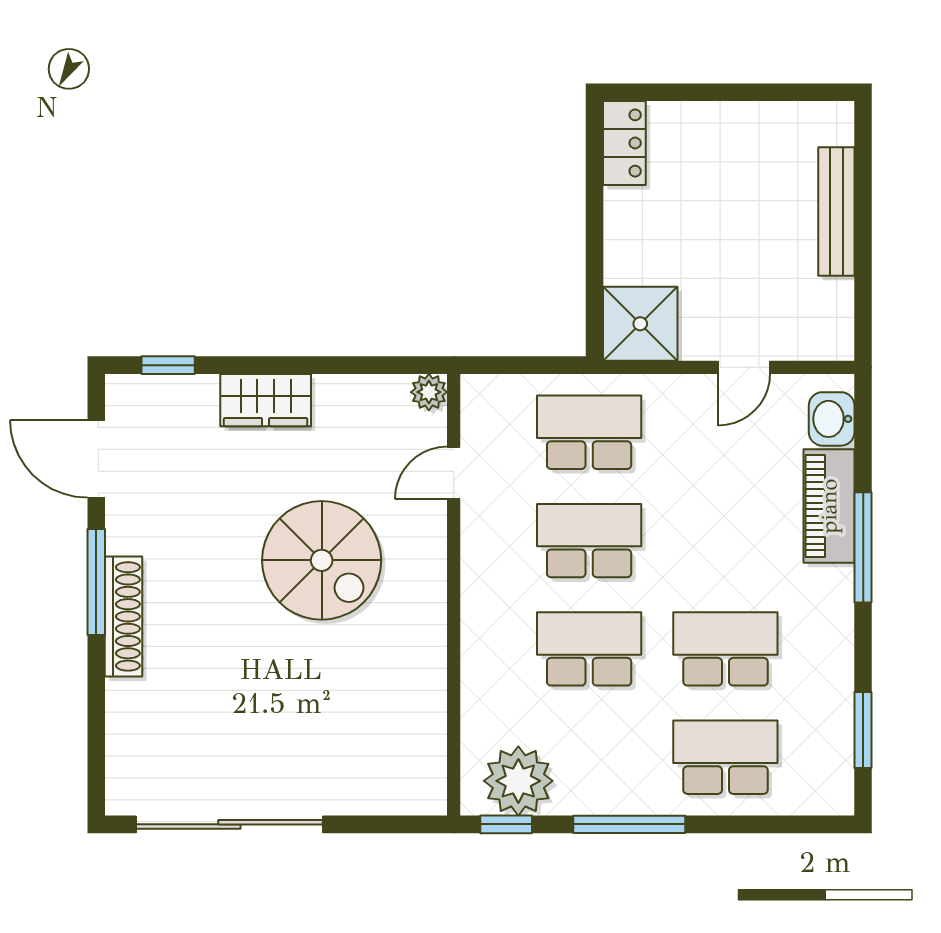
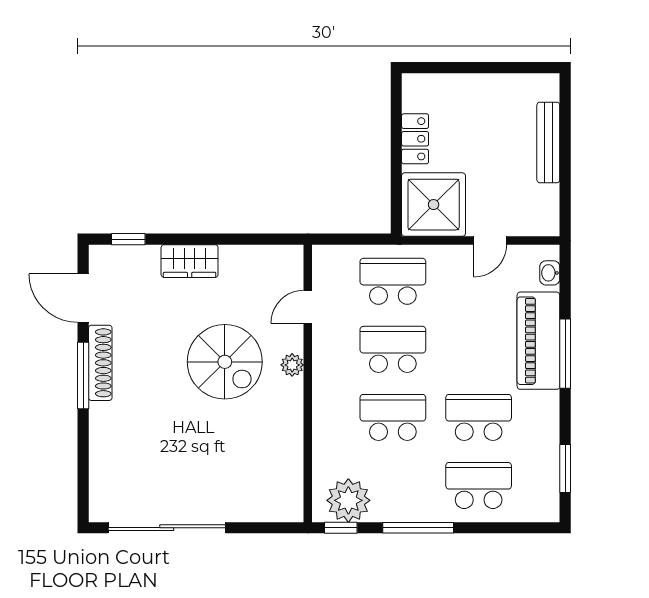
locker: (624, 143) -> (415, 139), moved
shower: (640, 324) -> (434, 205), width x1.37, depth x1.37
plant: (429, 392) -> (292, 365), moved
washbasin: (832, 419) -> (550, 273), width x0.72, depth x0.69
piano: (829, 506) -> (538, 341), width x1.37, depth x1.33
shoe rack: (123, 616) -> (100, 363), moved

